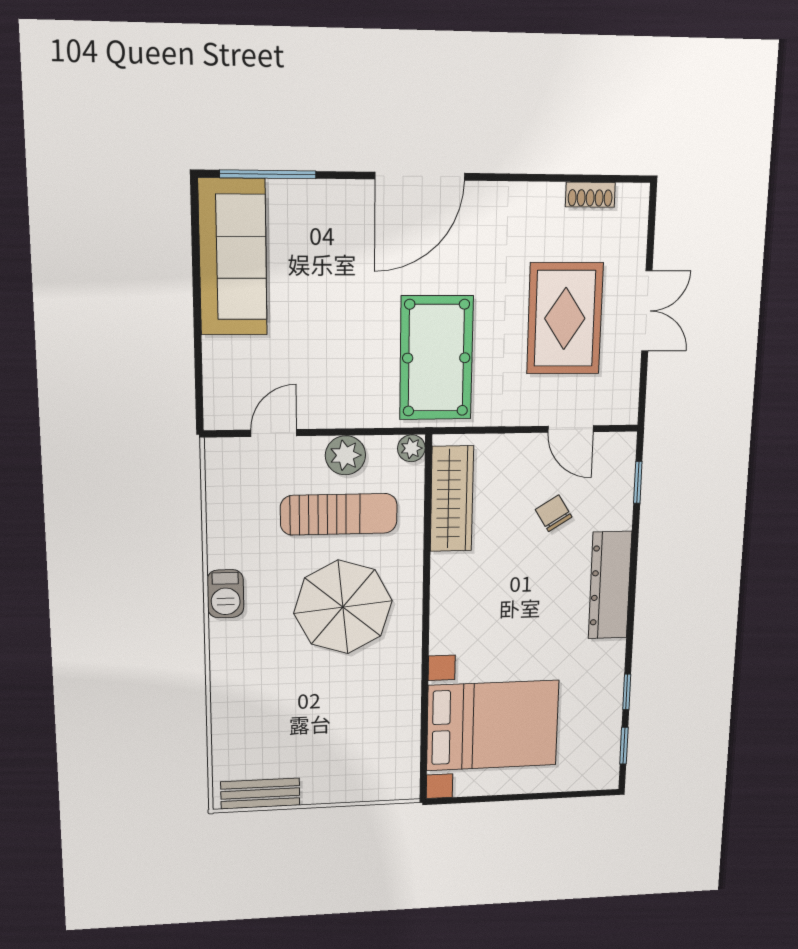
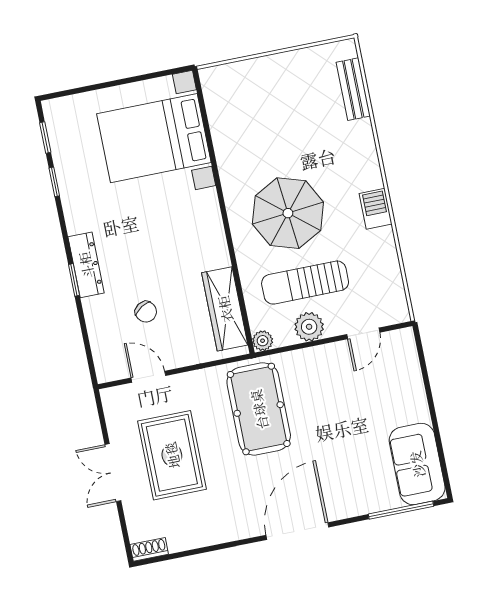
shoe rack: (590, 195) -> (149, 549), moved
sofa: (233, 257) -> (417, 464), width x0.73
window: (638, 482) -> (74, 280), moved
dresser: (610, 585) -> (86, 265), width x0.73, depth x0.80
bench: (260, 793) -> (353, 89), moved, turned 90

